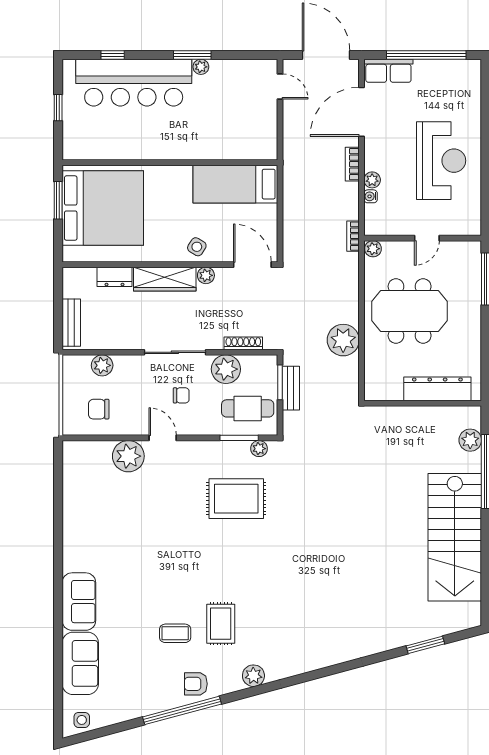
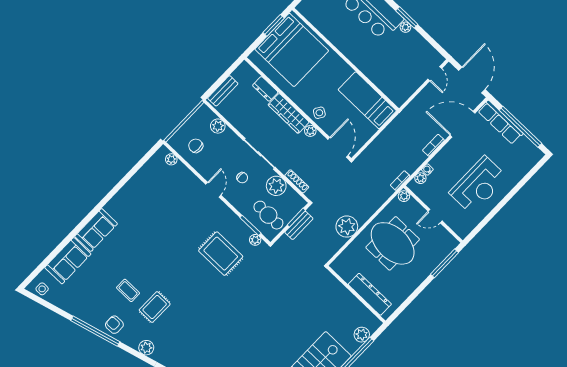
row of seats: (388, 71) -> (500, 122), width x1.48
plant: (372, 180) -> (420, 178), moved
plant: (128, 456) -> (171, 159), moved, width x0.53, depth x0.53

